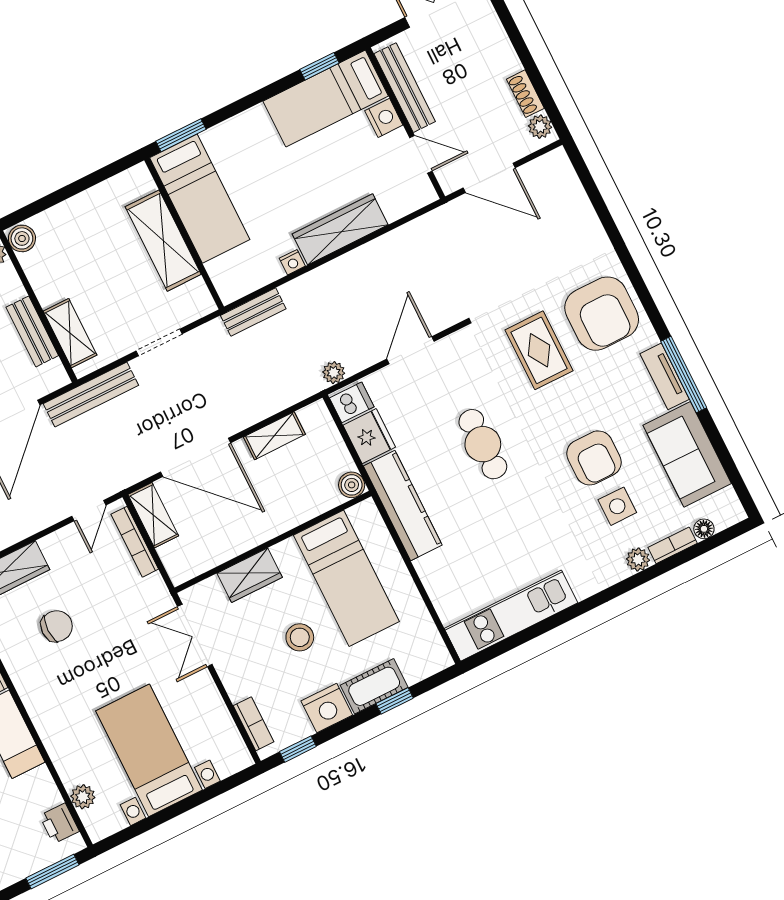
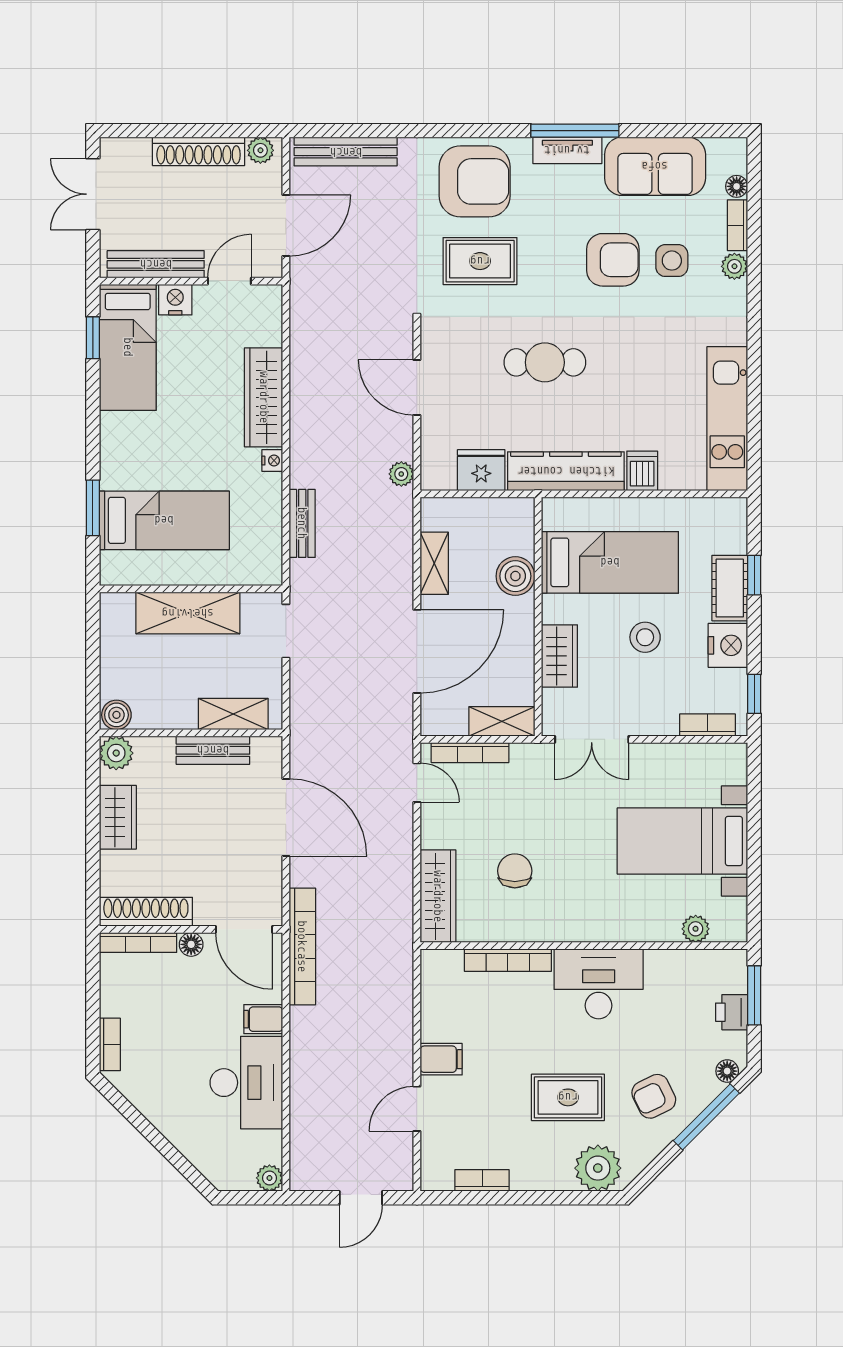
shoe rack: (525, 94) -> (199, 151), width x1.94, depth x1.24
wall: (184, 233) -> (191, 589), moved
shelving: (163, 241) -> (188, 613), moved
bench: (91, 394) -> (346, 152), moved, turned 90
dishwasher: (352, 402) -> (642, 471), moved
boiler: (352, 485) -> (515, 576), moved, width x1.36, depth x1.36
shelving: (153, 515) -> (502, 721), moved
printer: (59, 823) -> (732, 1012), moved, turned 90

